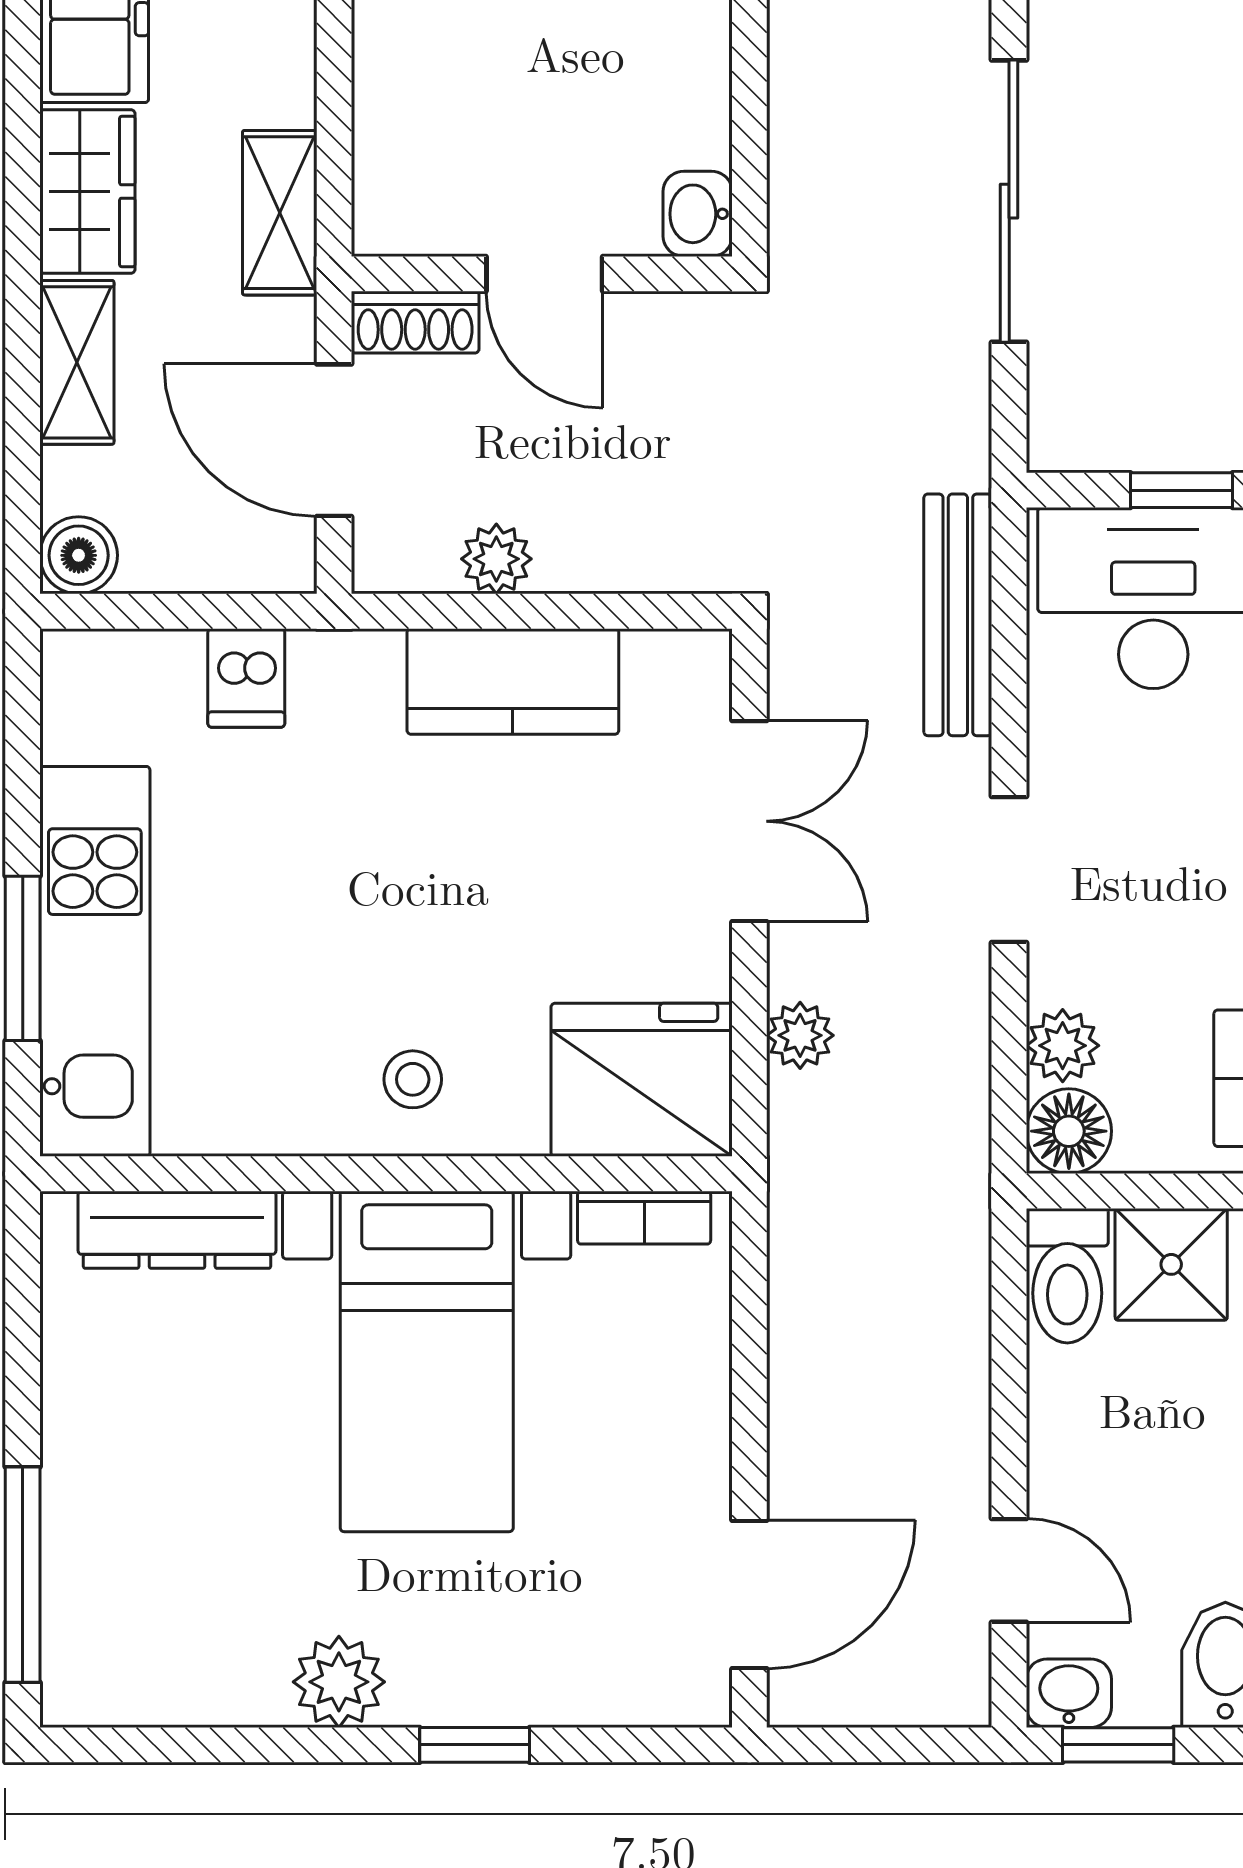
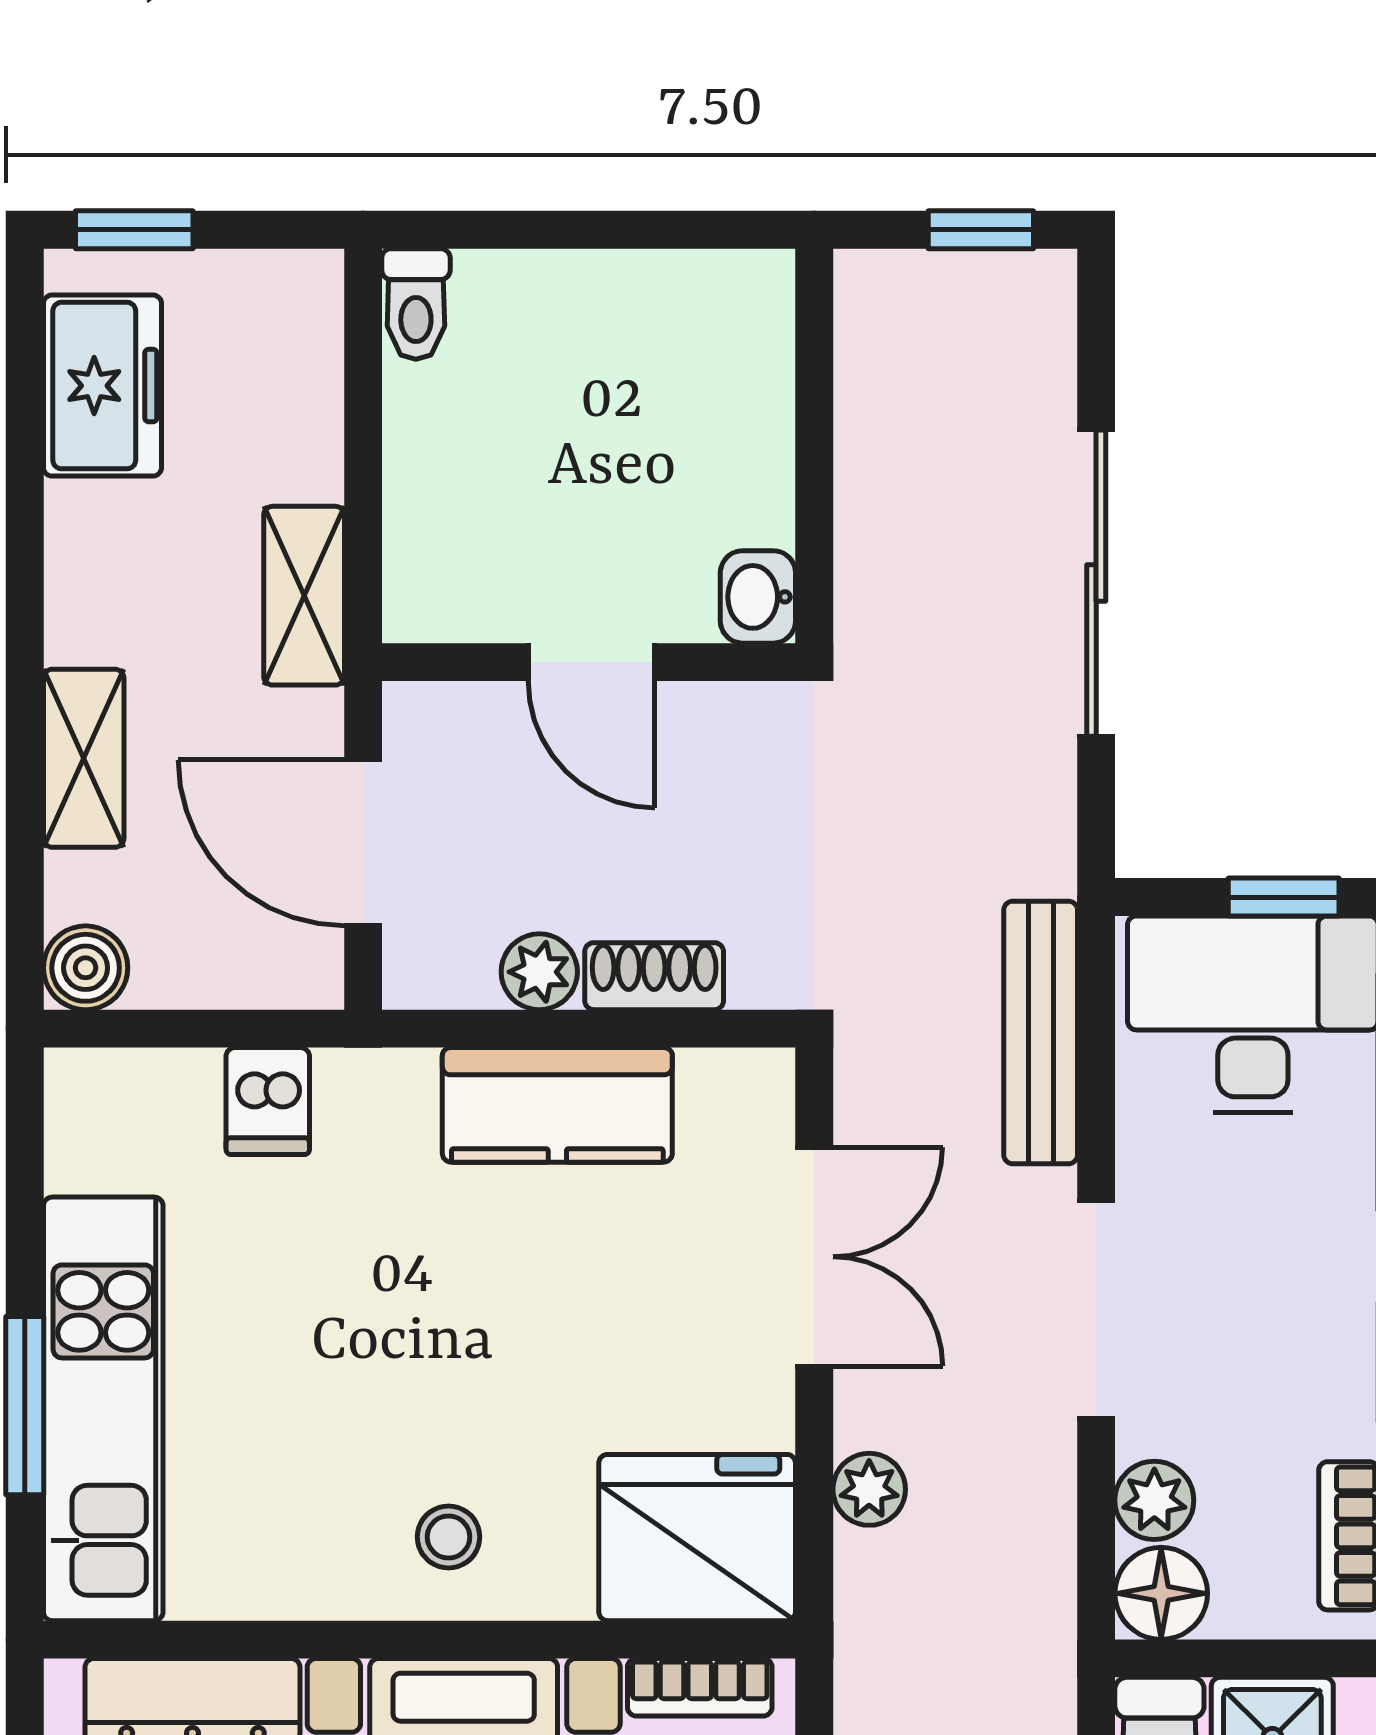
wardrobe: (87, 191) -> (95, 573), removed
shoe rack: (415, 322) -> (654, 976), moved, turned 180
doorway: (1009, 870) -> (1096, 1309), width x1.38

